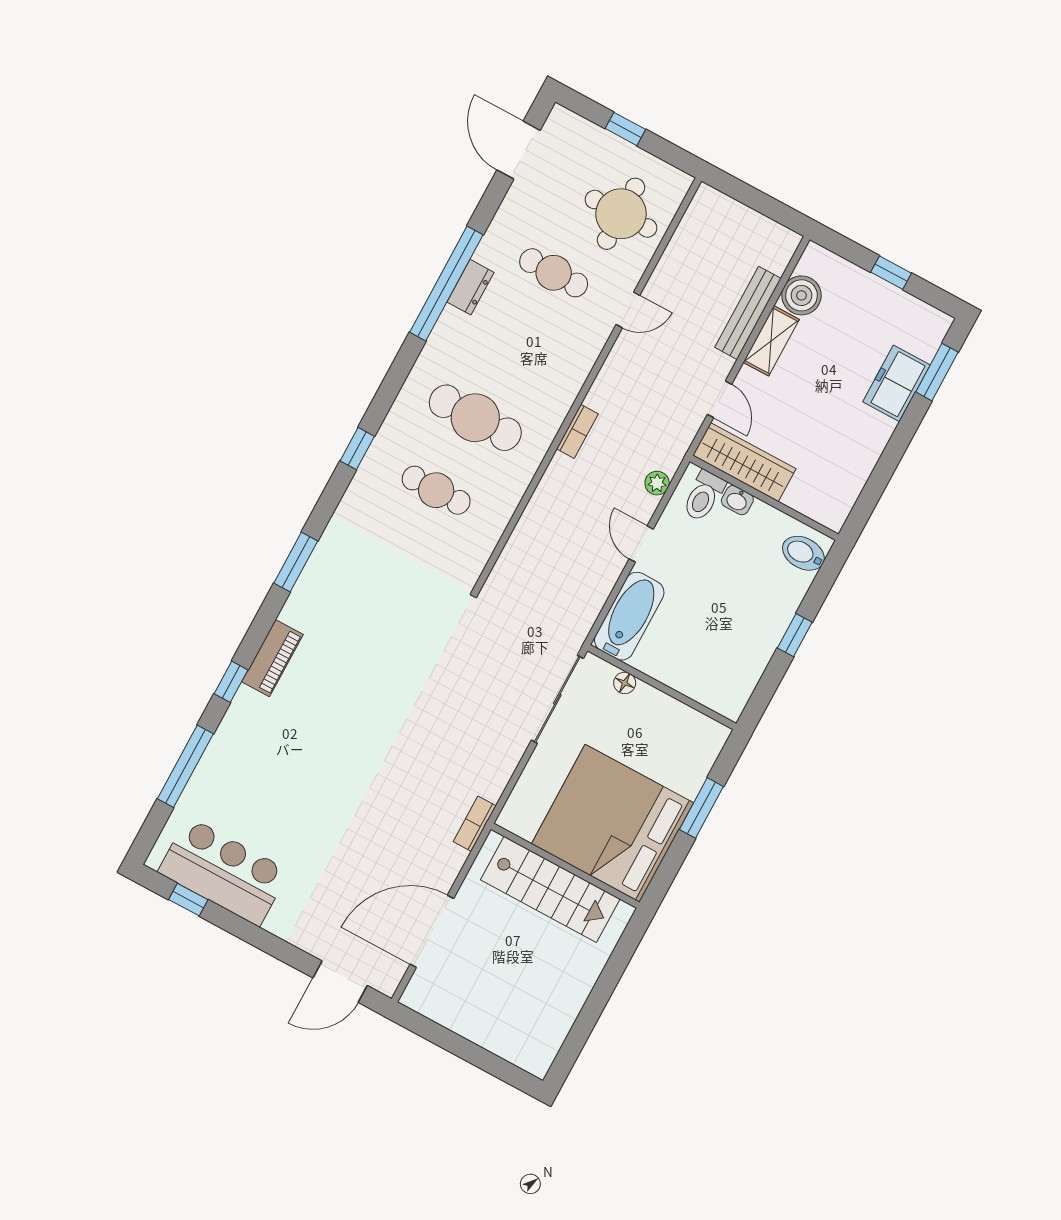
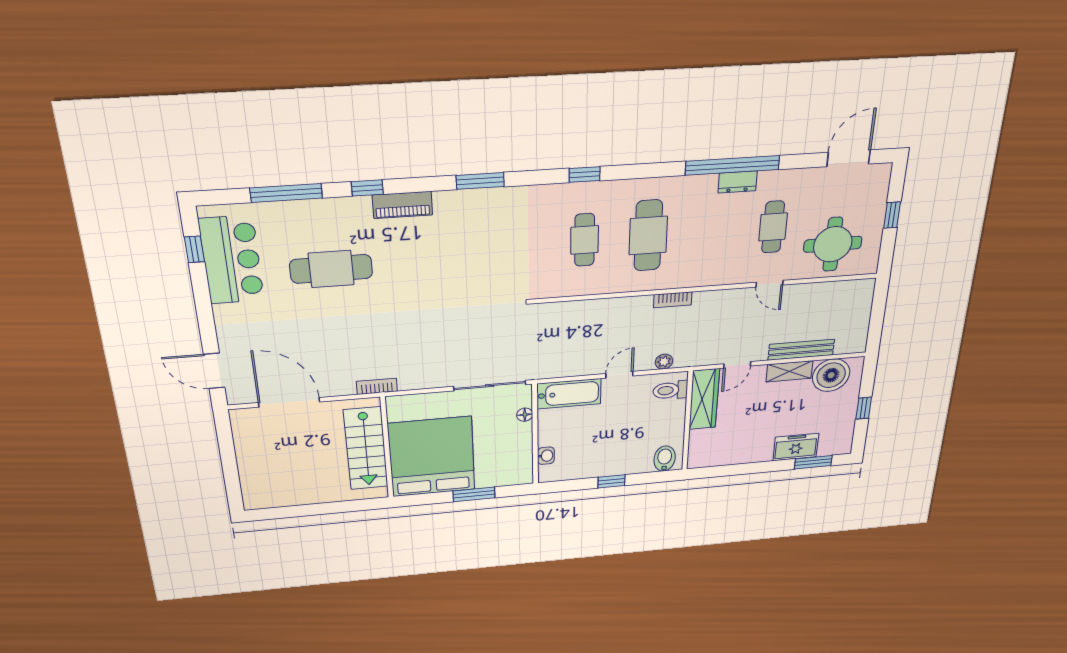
boiler: (801, 295) -> (831, 375), width x1.37, depth x1.37
washbasin: (737, 500) -> (546, 456), moved, turned 180
cafe table: (299, 778) -> (331, 269), added

